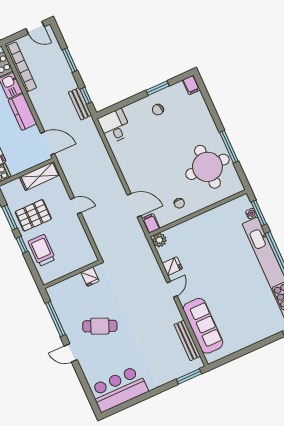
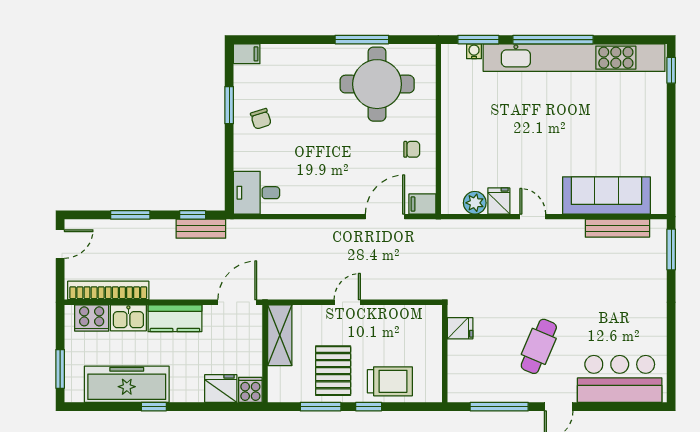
plant: (159, 240) -> (475, 203), moved
trolley: (42, 250) -> (390, 381), turned 180
bar counter: (119, 389) -> (620, 379), moved, turned 90

